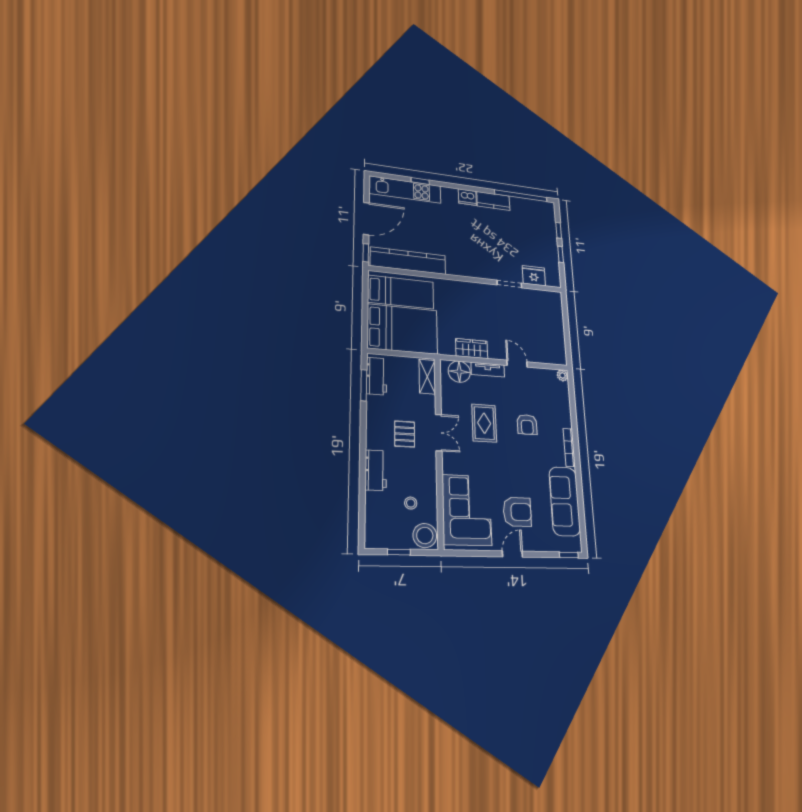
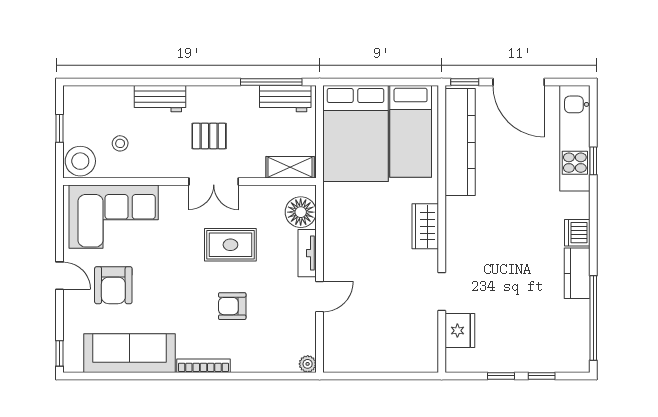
wardrobe: (472, 349) -> (425, 226), moved, turned 180
window: (364, 385) -> (271, 82), width x1.44

